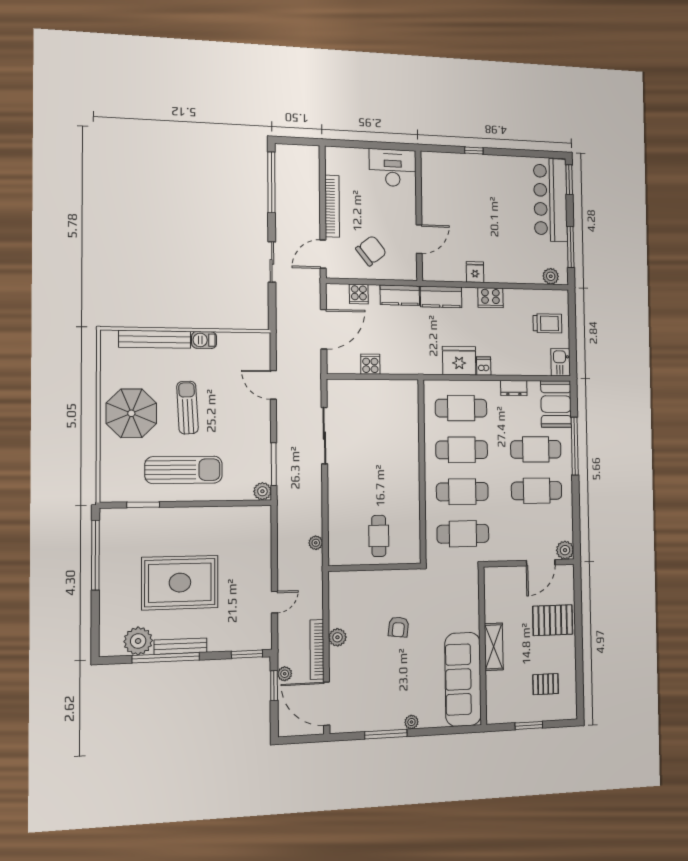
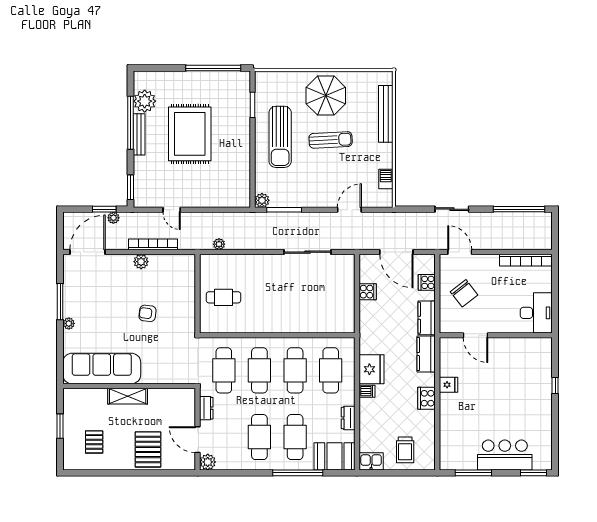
bar counter: (551, 200) -> (505, 455), width x0.73
bookcase: (332, 206) -> (526, 260), moved
plant: (551, 276) -> (447, 454), removed
barbecue: (204, 340) -> (386, 179), moved
dresser: (506, 553) -> (206, 408), added
bookcase: (317, 649) -> (153, 244), moved

